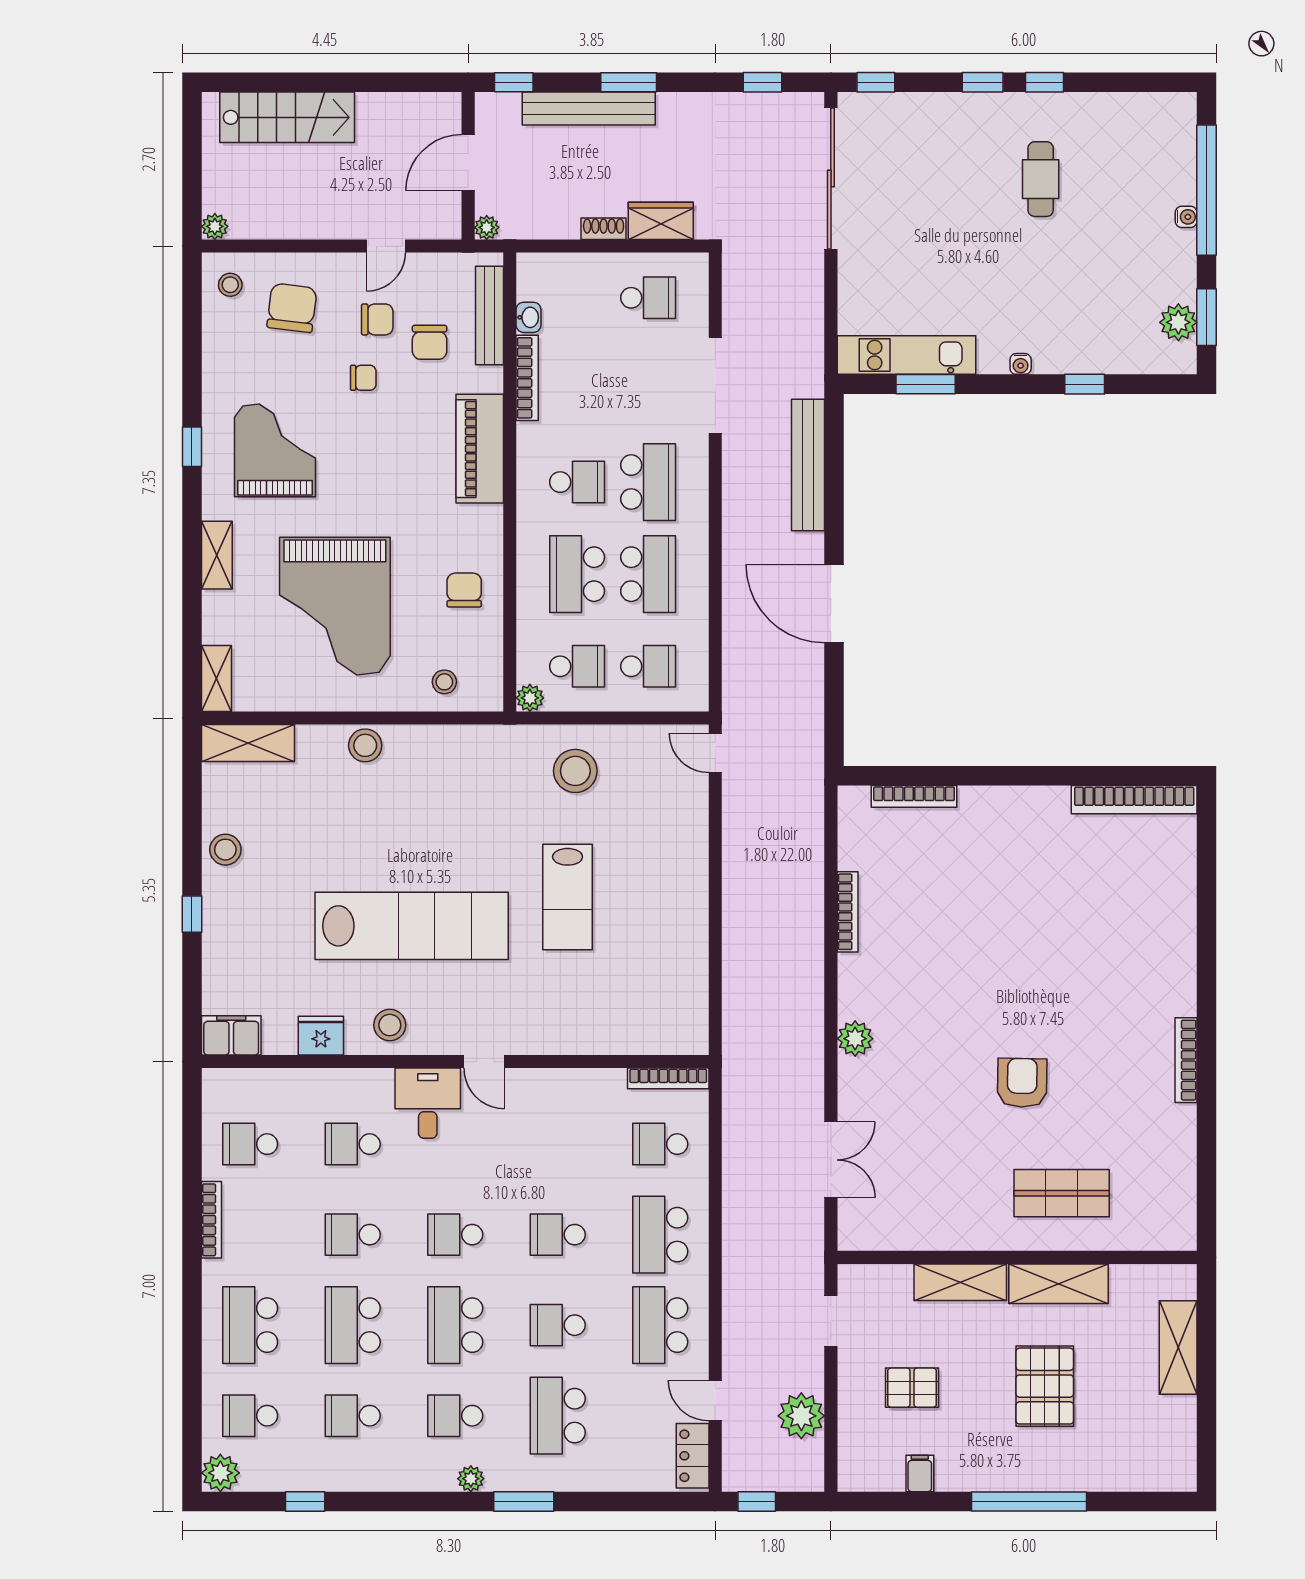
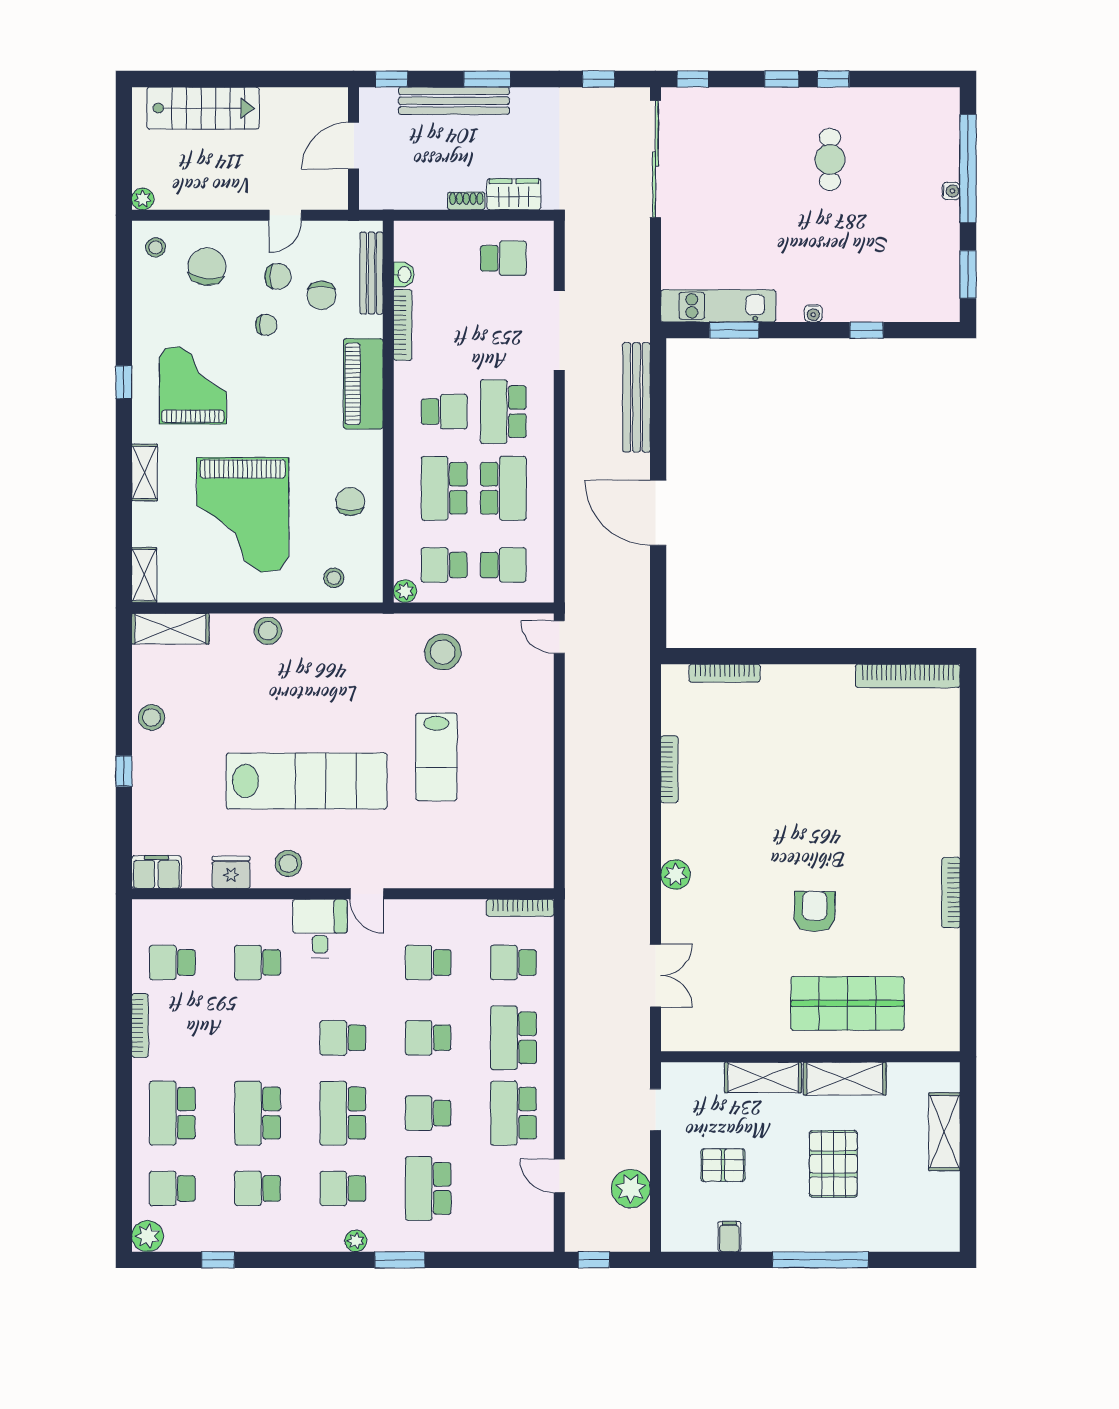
plant: (487, 227) -> (369, 200), removed
plant: (1178, 322) -> (944, 279), removed
school desk: (648, 482) -> (503, 412), turned 180
school desk: (577, 666) -> (444, 565), turned 180
shop shelf: (1062, 1193) -> (847, 1003), width x1.43, depth x1.36
school desk: (353, 1235) -> (428, 963), moved
locker: (693, 1456) -> (540, 1222), removed

